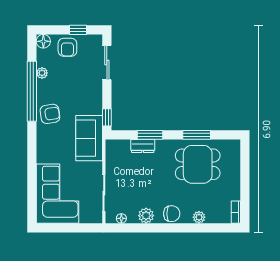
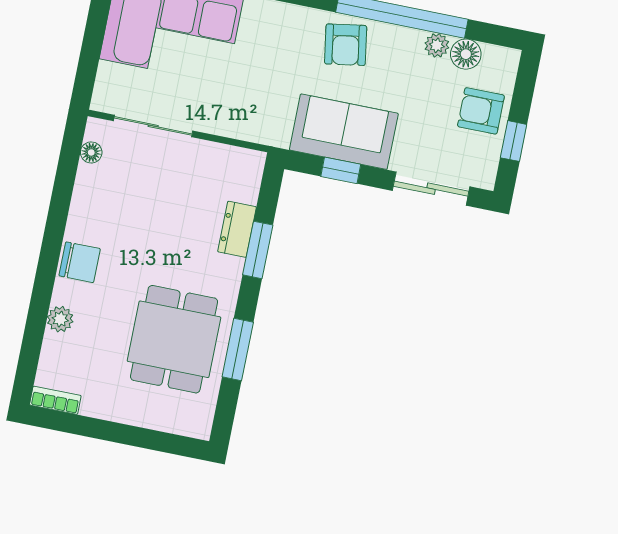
floor lamp: (43, 41) -> (466, 54), moved
window: (107, 117) -> (341, 170), moved
sofa: (89, 138) -> (344, 132), moved
chair: (172, 214) -> (80, 262), turned -90
plant: (146, 216) -> (87, 207), removed

